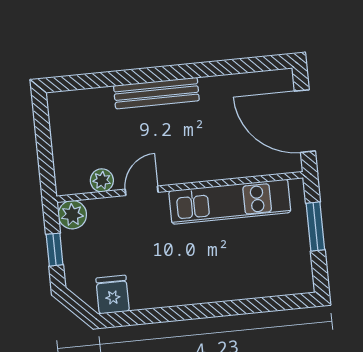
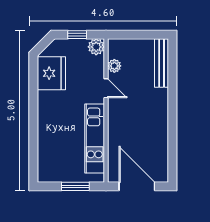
bench: (156, 93) -> (162, 63), moved
door: (305, 121) -> (137, 186), hinge flipped
fridge: (113, 295) -> (51, 73), width x1.88, depth x1.34

